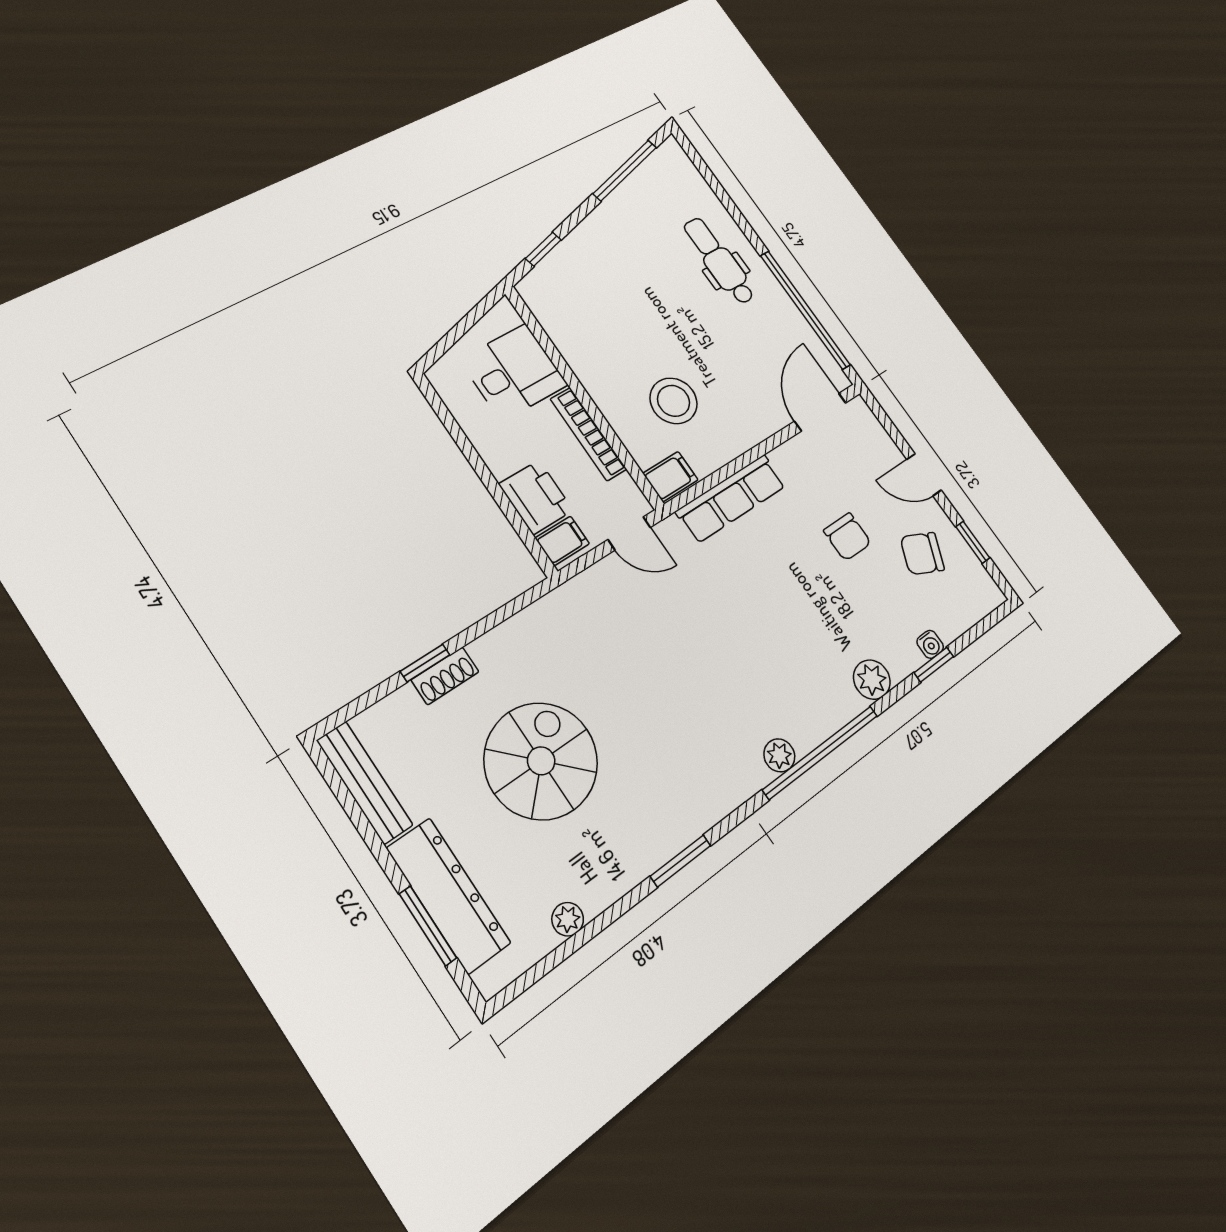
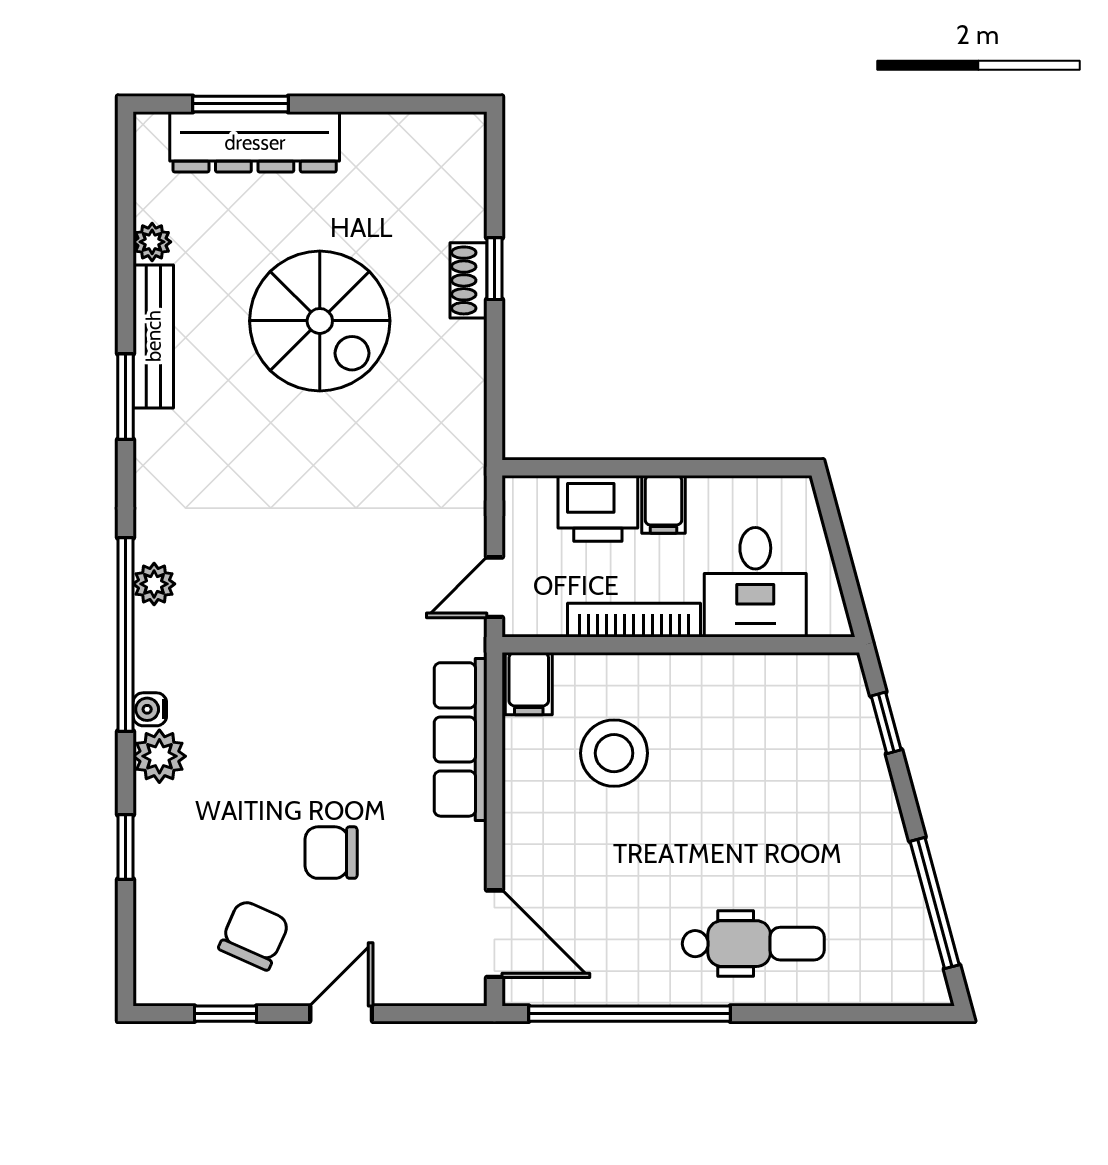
filing cabinet: (562, 541) -> (663, 504), moved
water cooler: (930, 644) -> (150, 709), moved
bench: (365, 783) -> (153, 336), moved, turned 90

